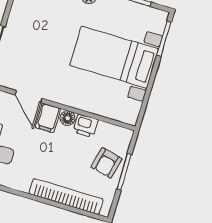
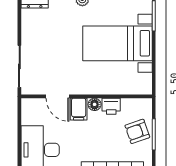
armchair: (107, 163) -> (137, 131), turned 58

